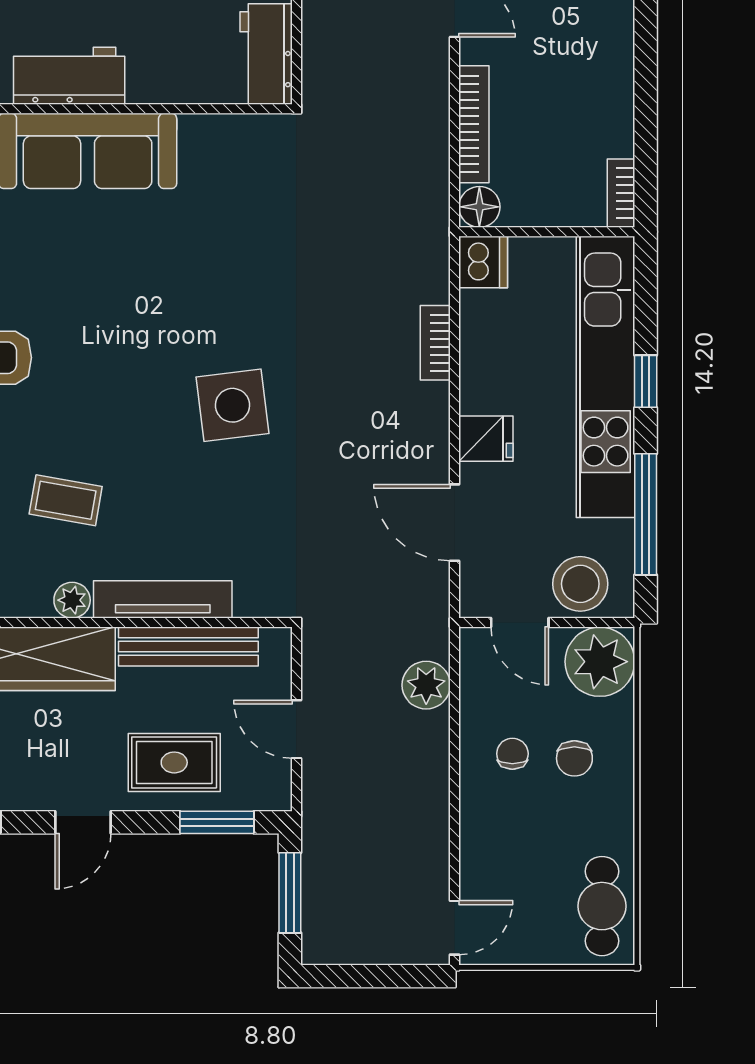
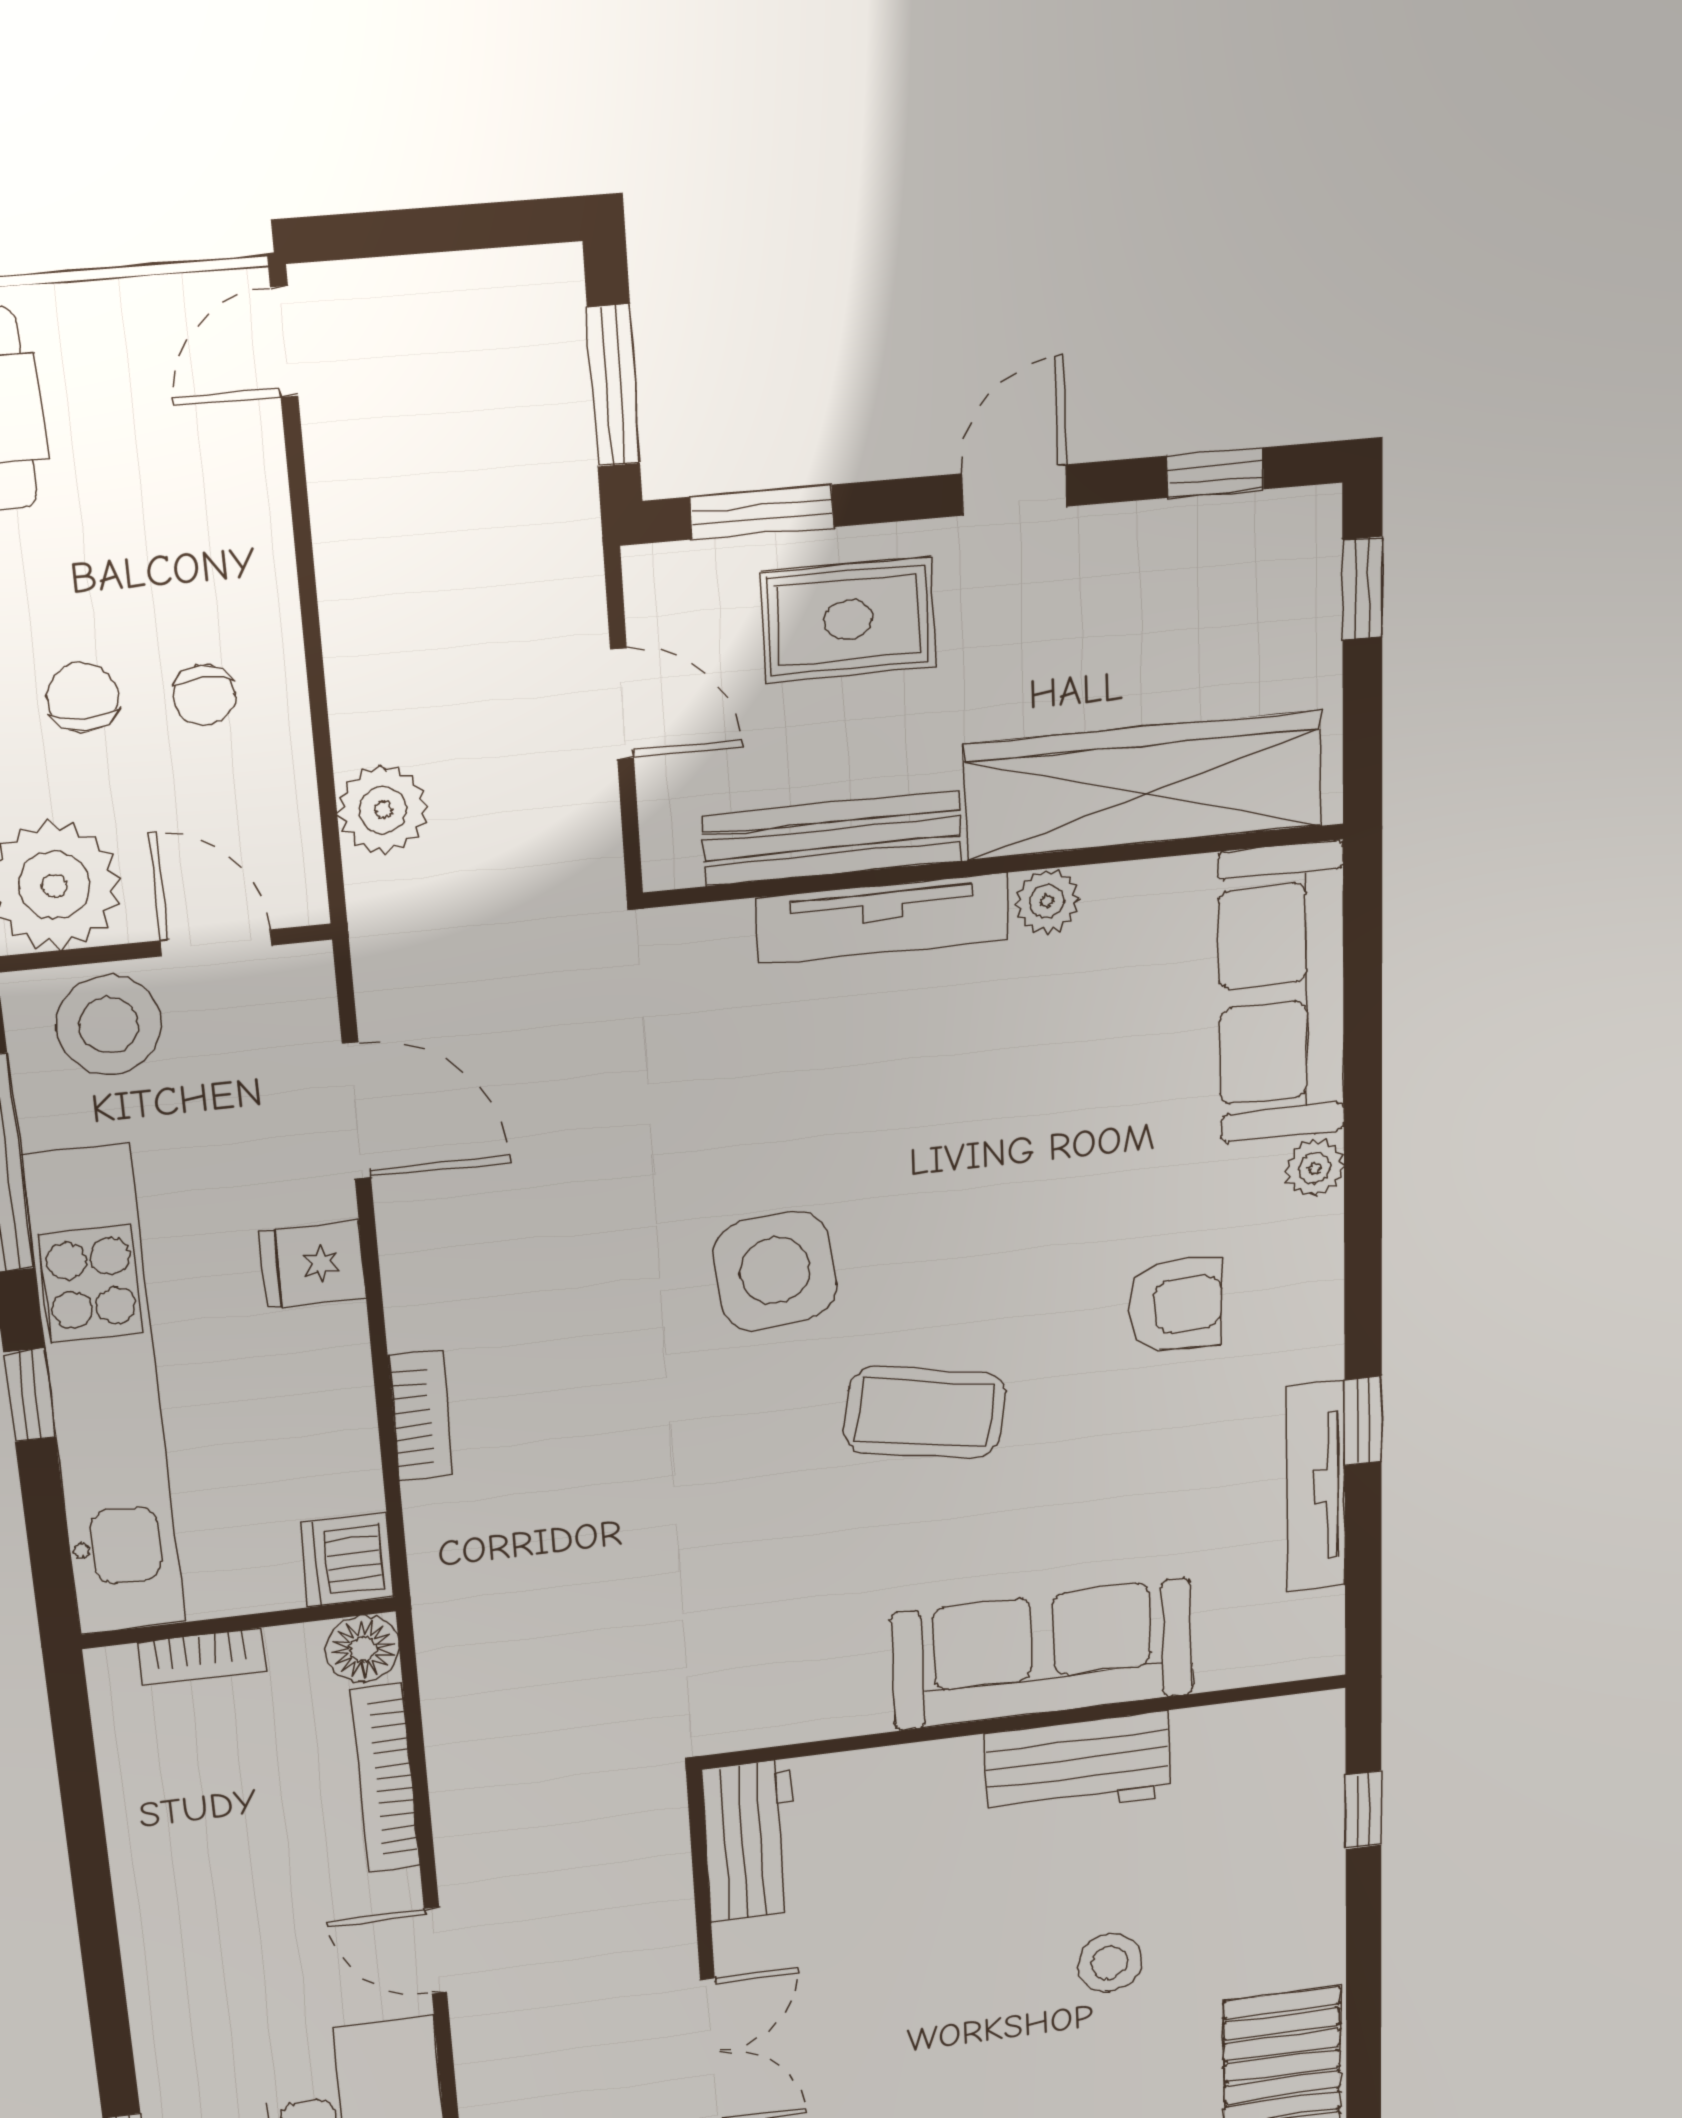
bookcase: (621, 193) -> (201, 1657), moved, turned 90
coffee table: (66, 500) -> (925, 1413), moved, width x1.36, depth x1.30

